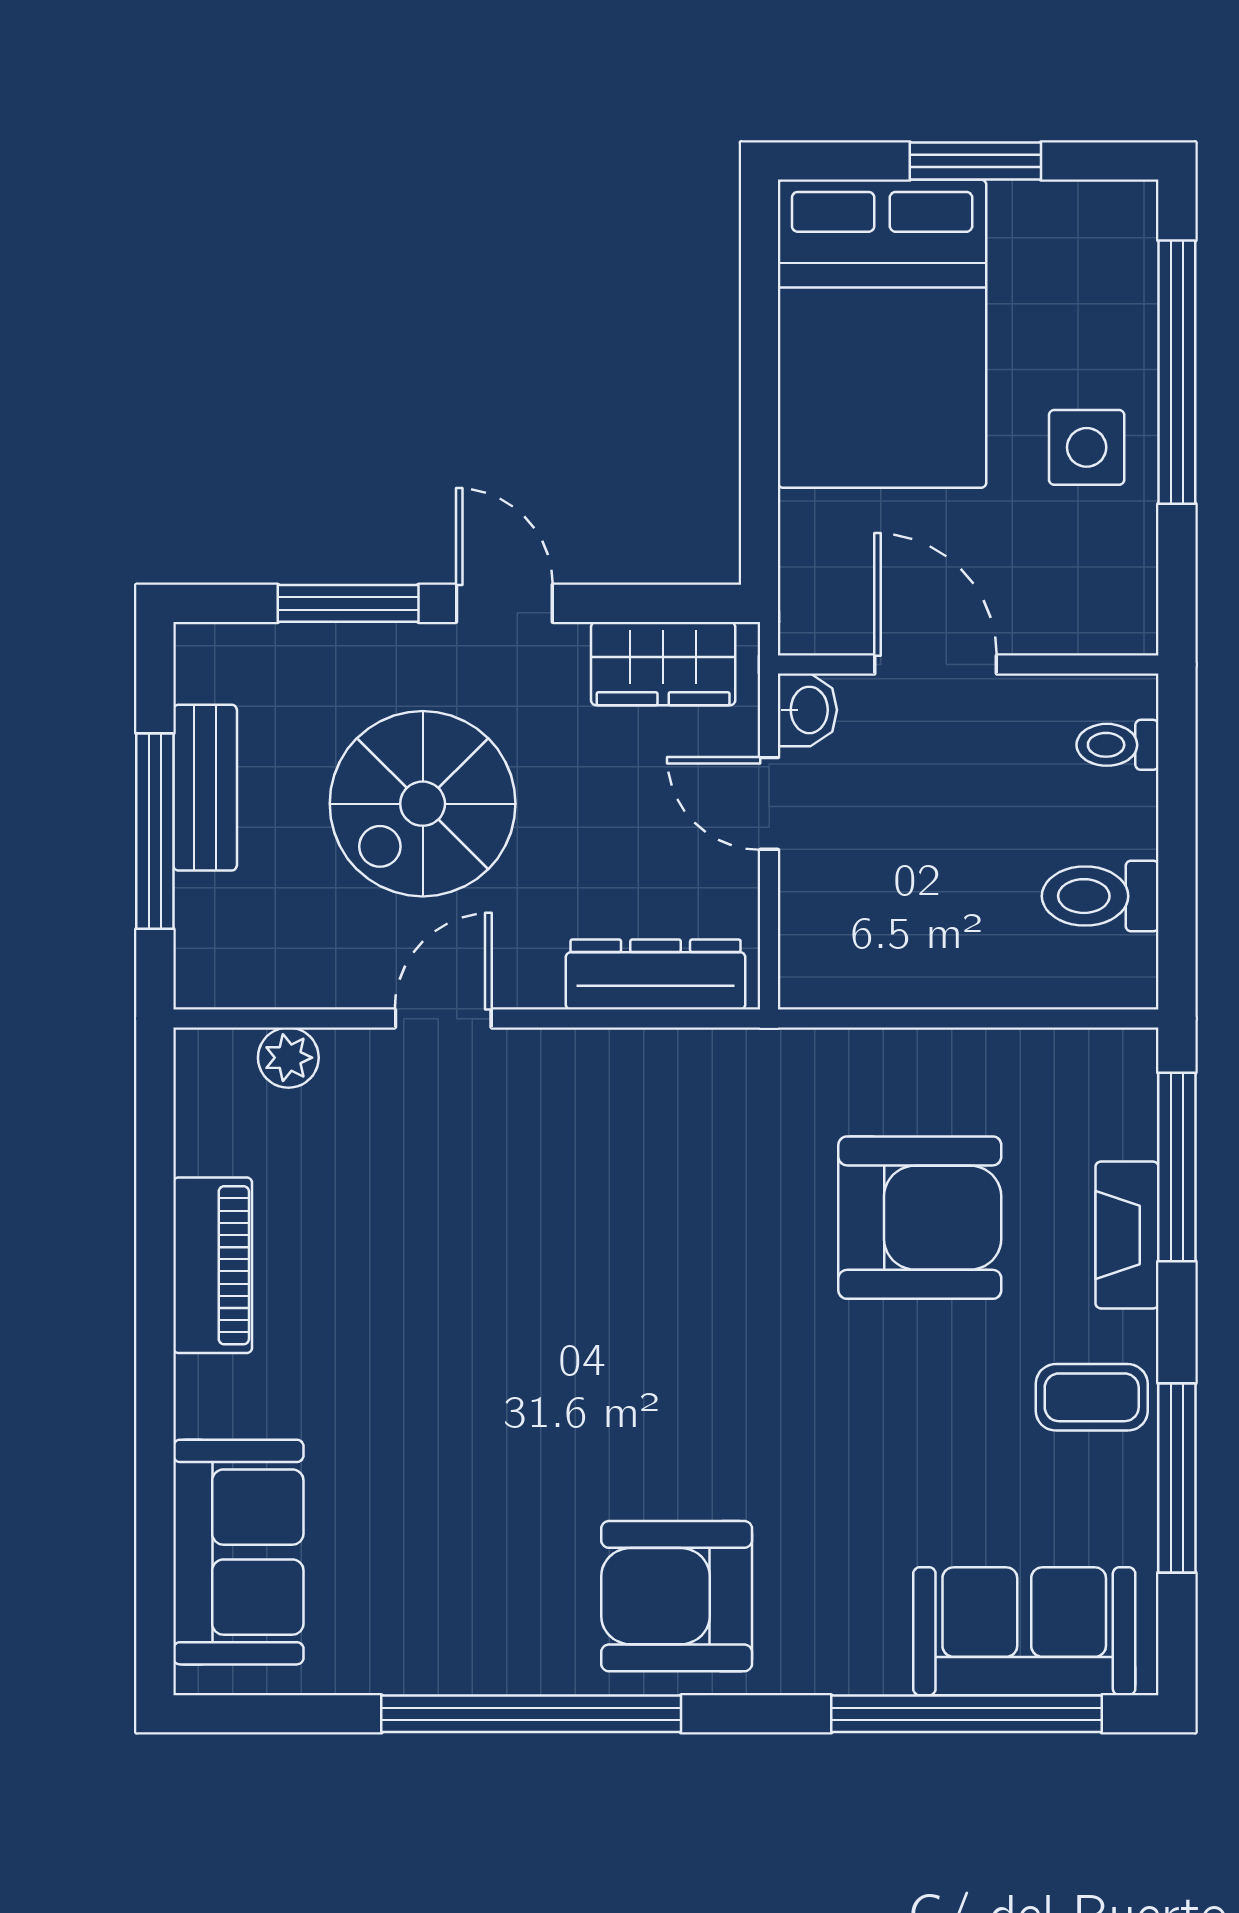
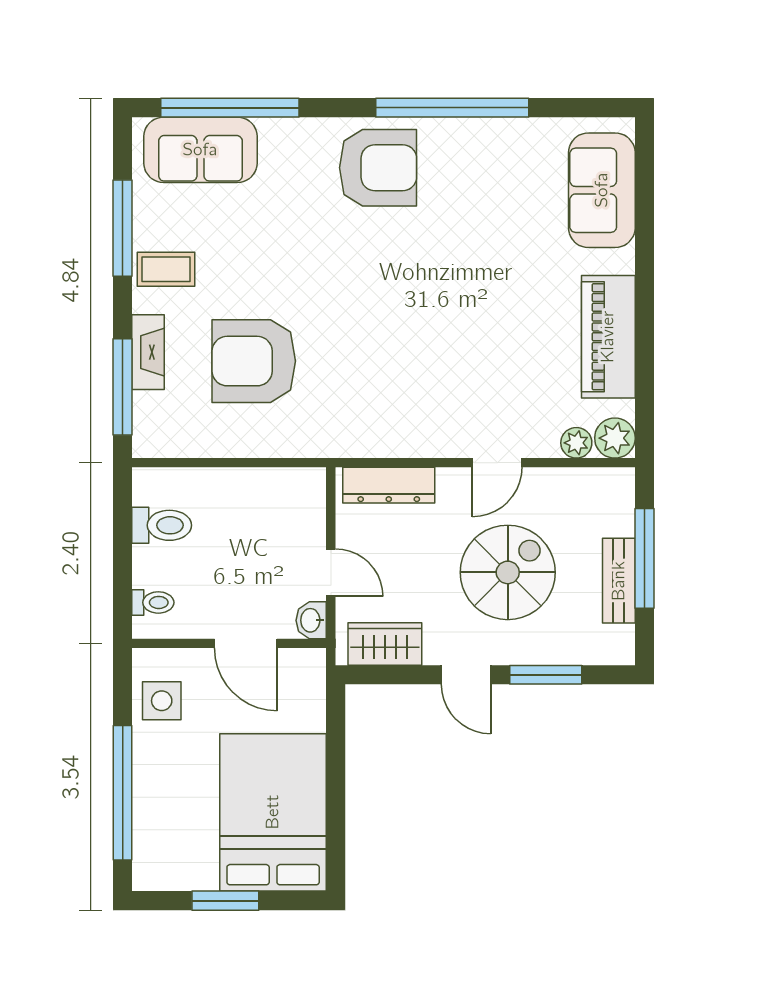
side table: (1087, 447) -> (162, 701), moved
plant: (213, 1067) -> (615, 438), added
piano: (213, 1265) -> (608, 337), width x1.37, depth x1.33

